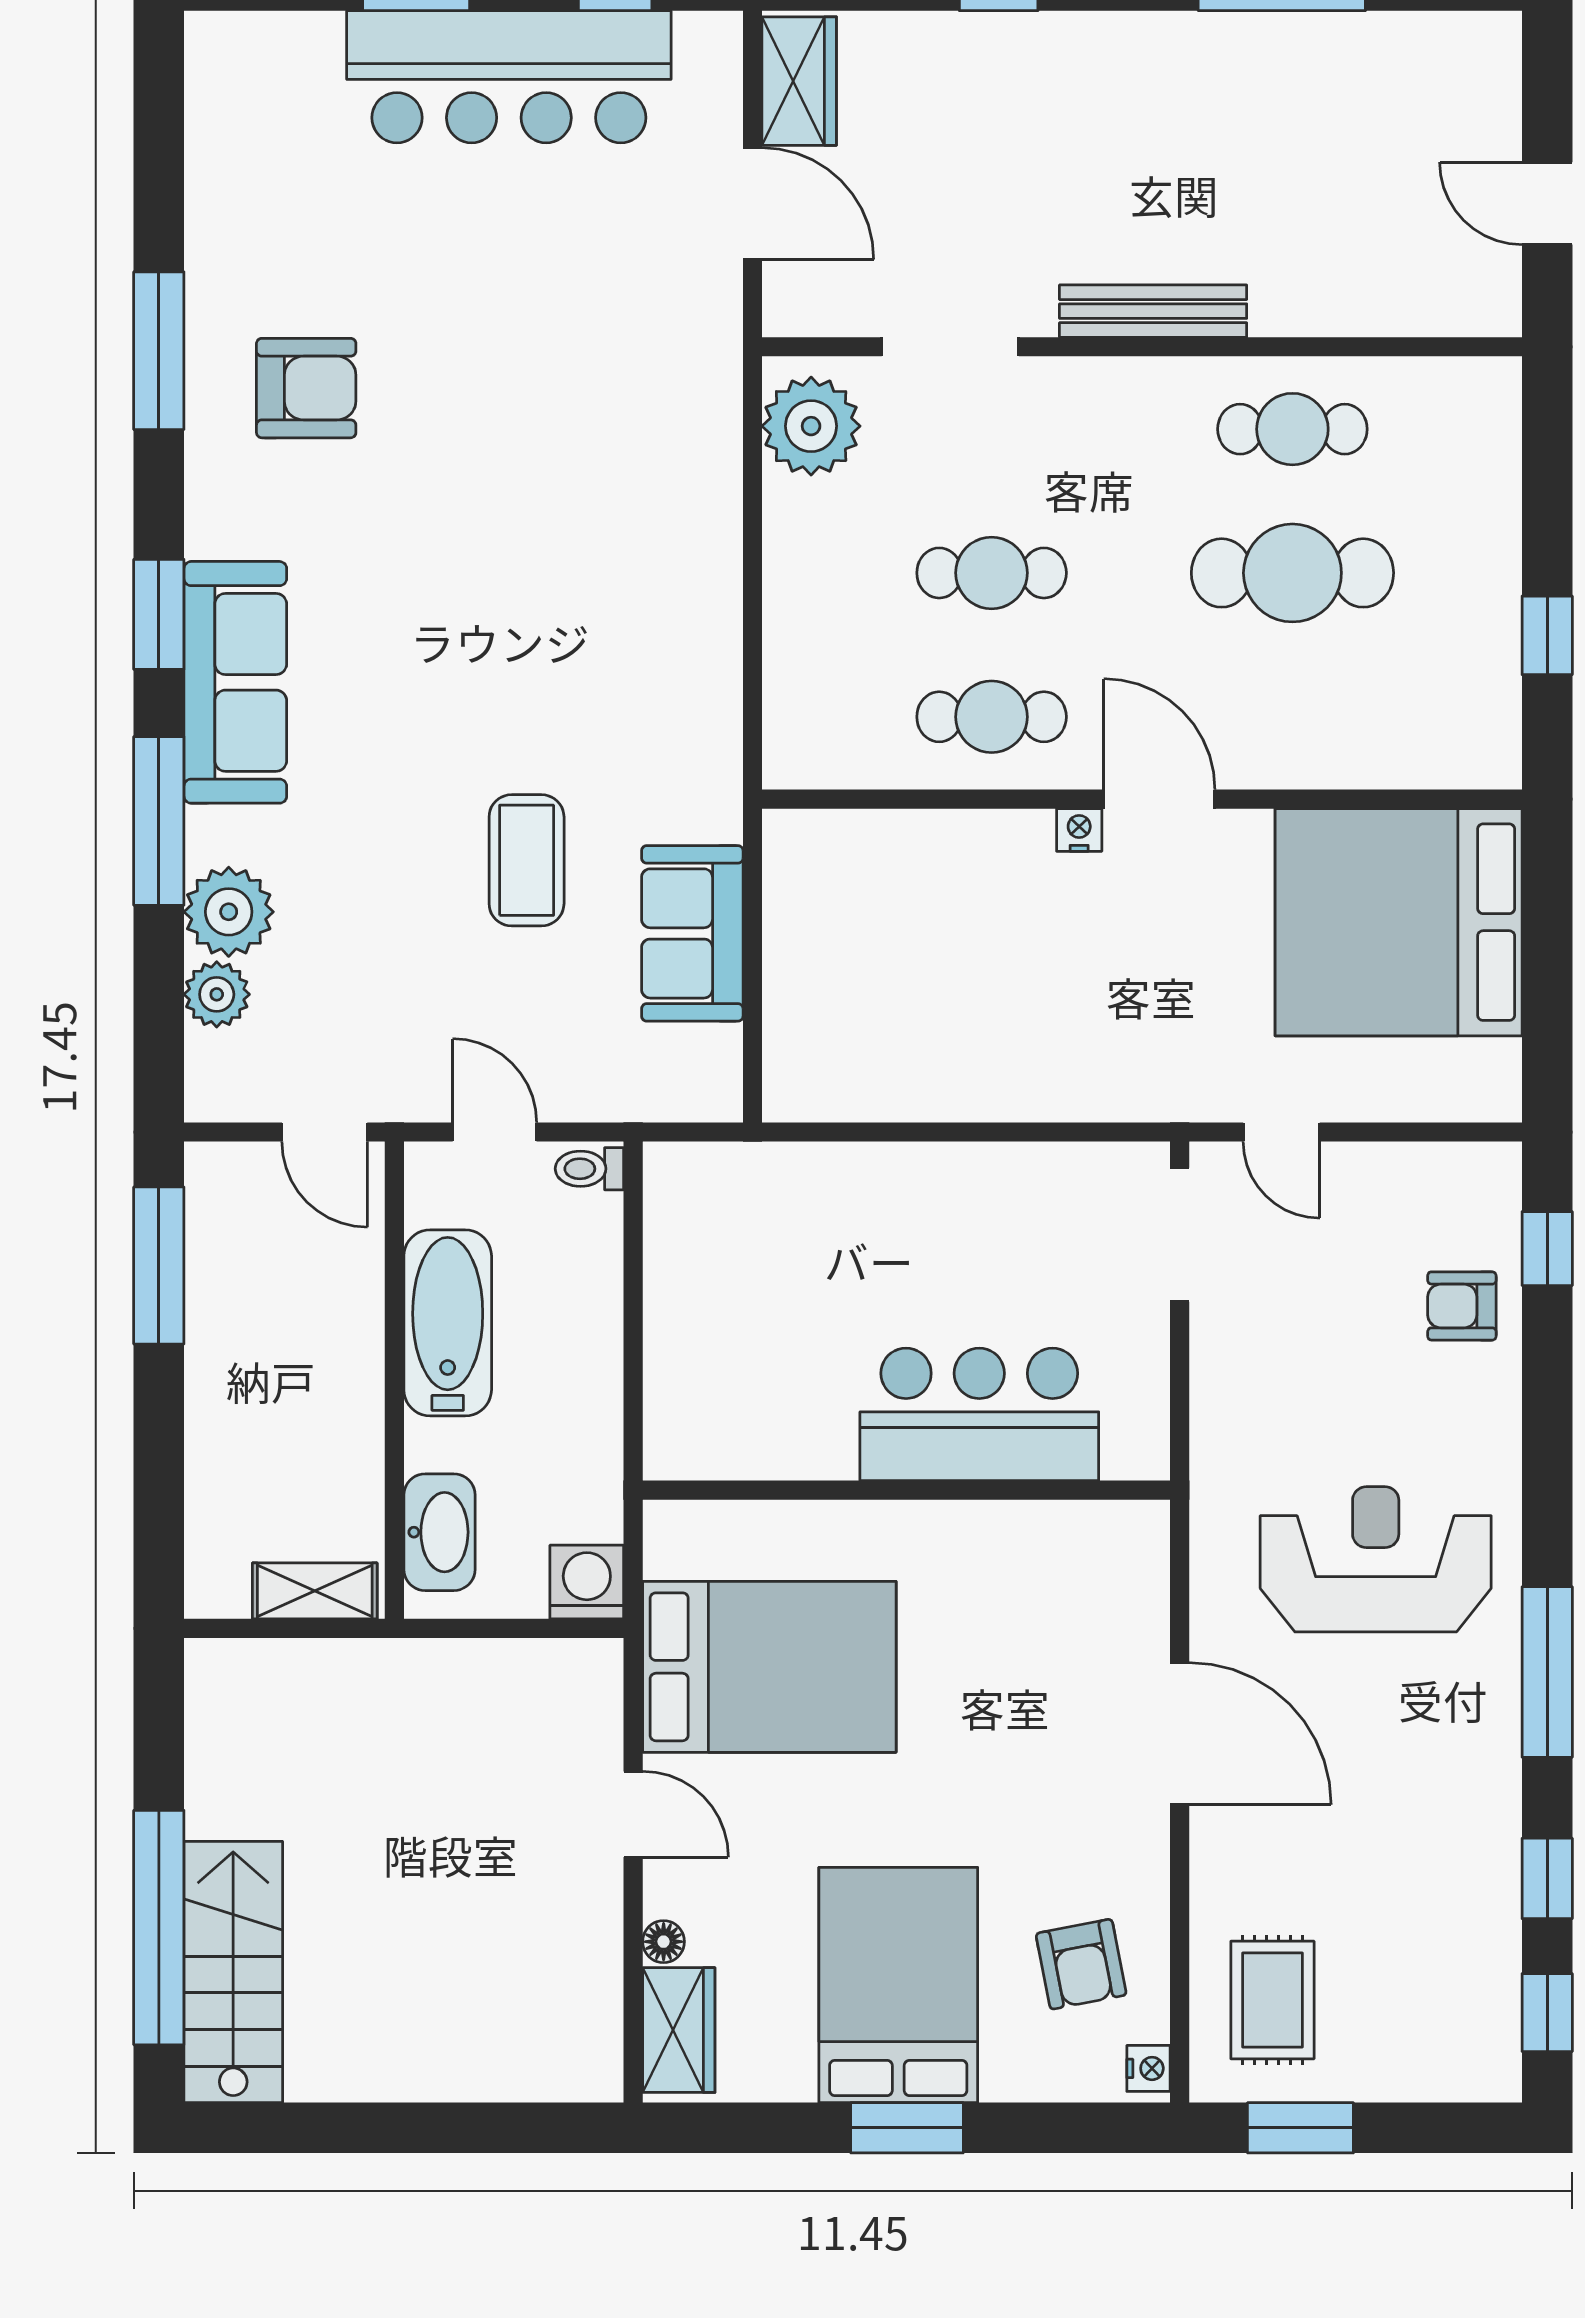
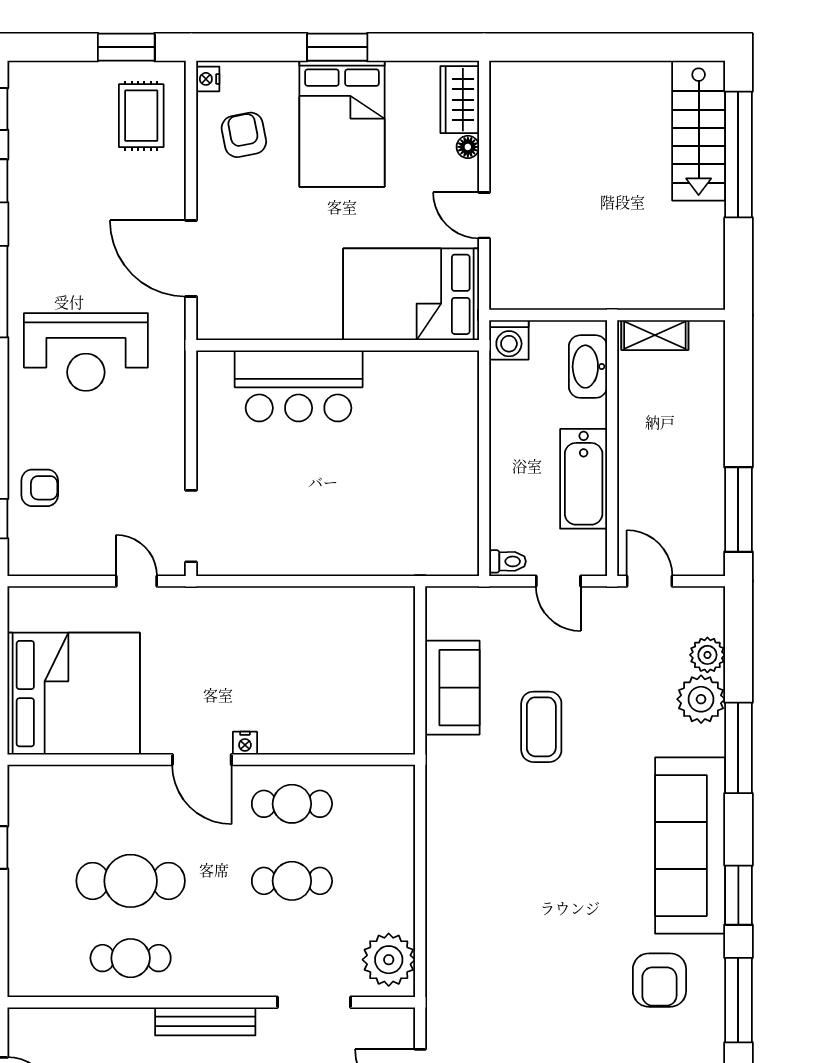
armchair: (306, 388) -> (659, 980), turned -90
window: (159, 614) -> (738, 895), moved
sofa: (235, 682) -> (690, 846), width x1.36, depth x1.27
bar counter: (979, 1414) -> (299, 386), moved
wall: (906, 1490) -> (338, 345), moved

